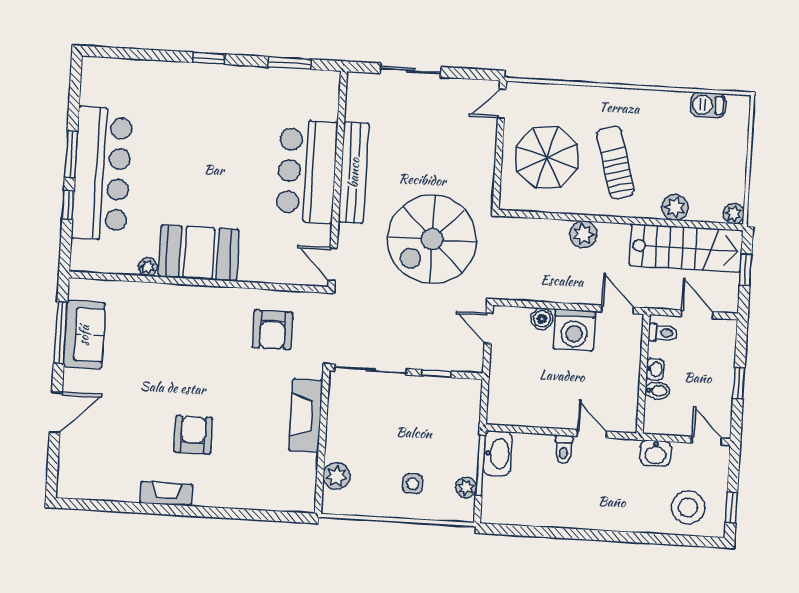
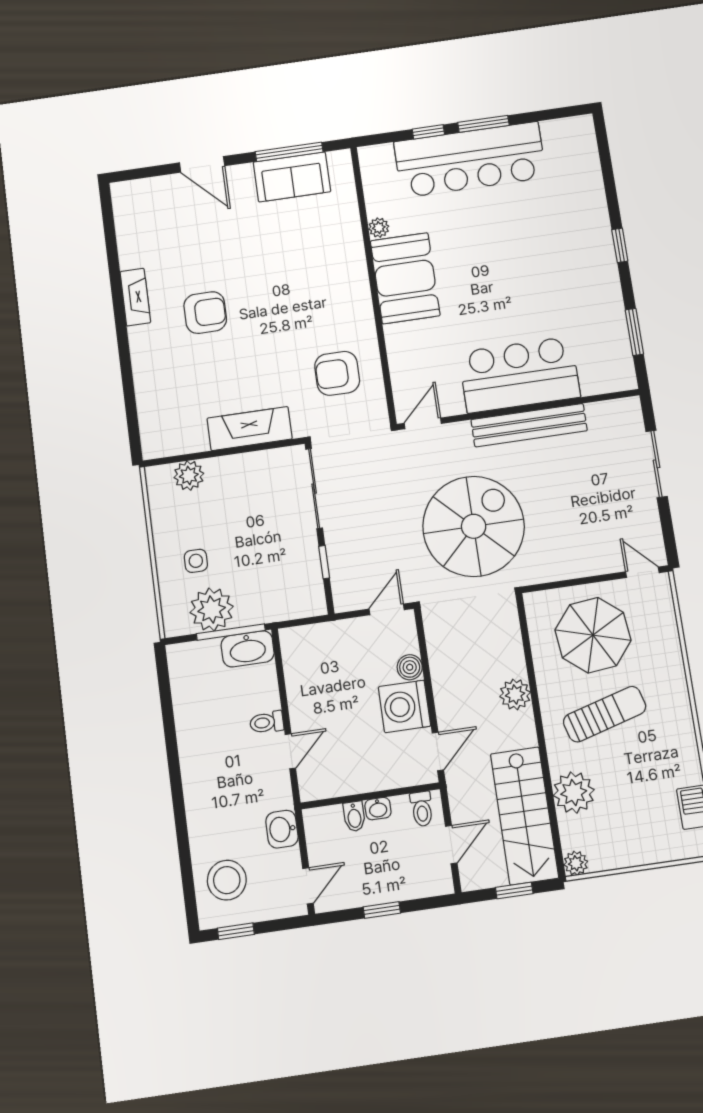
plant: (675, 207) -> (574, 793), width x1.36, depth x1.36
spiral stairs: (432, 239) -> (474, 526), turned 90
plant: (466, 487) -> (212, 609), width x1.87, depth x1.87

